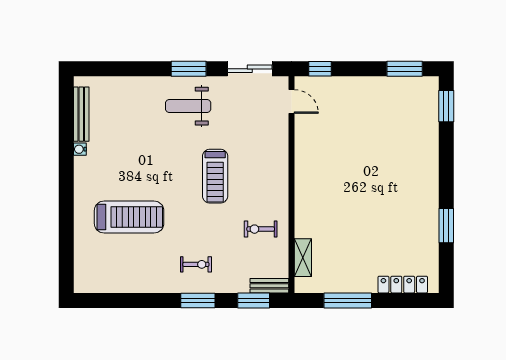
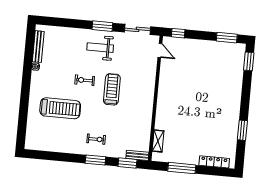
treadmill: (215, 176) -> (112, 89), turned 180
exercise bike: (261, 229) -> (85, 80), moved

